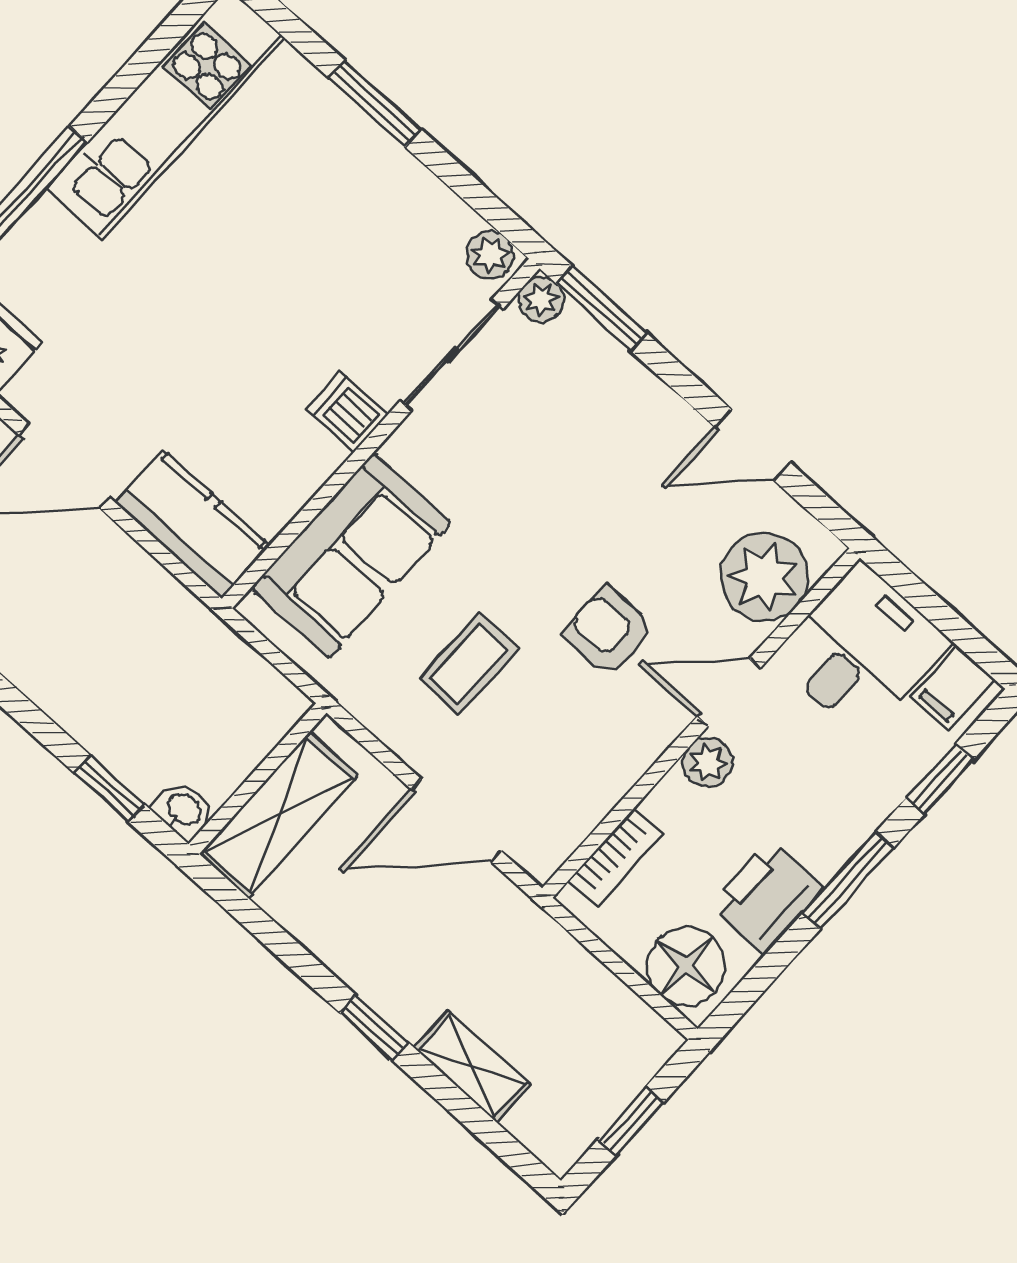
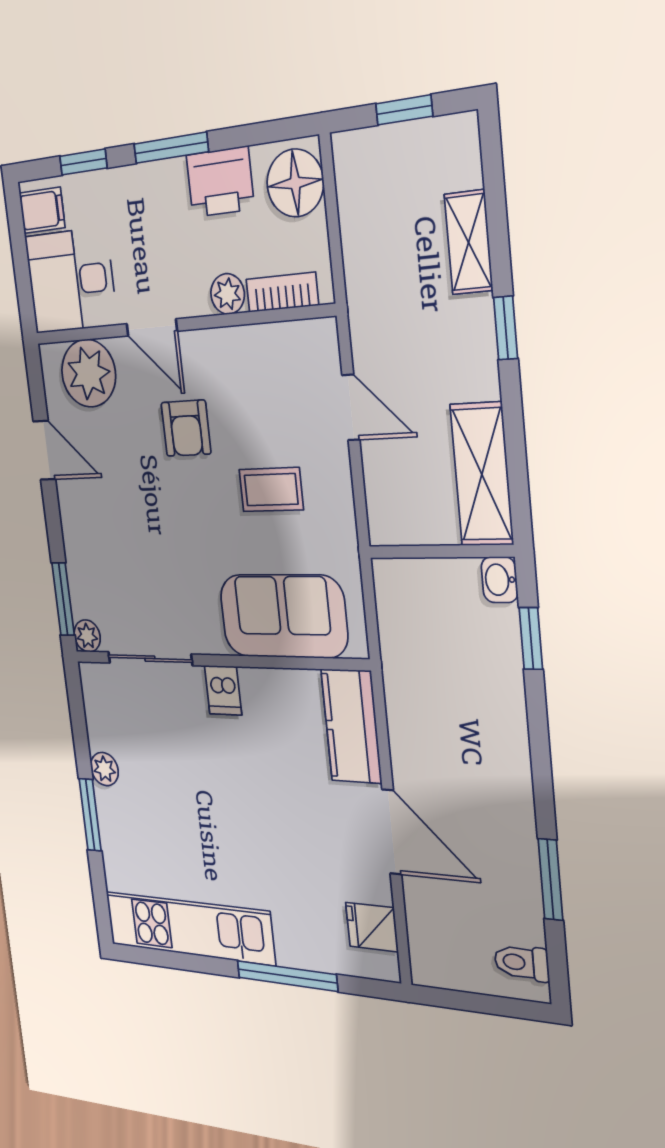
plant: (490, 255) -> (104, 769), moved
plant: (708, 763) -> (228, 294), moved
shelving: (279, 815) -> (482, 474), moved, turned 90
door: (456, 820) -> (351, 407), width x0.73

